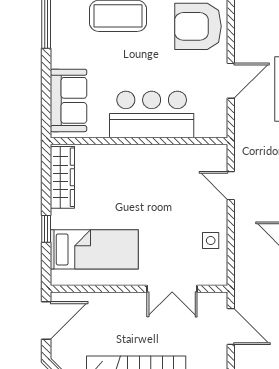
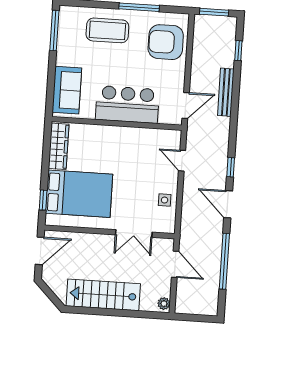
door: (231, 81) -> (186, 105), moved
window: (46, 229) -> (43, 200), moved
bed: (94, 249) -> (79, 194), width x1.50

